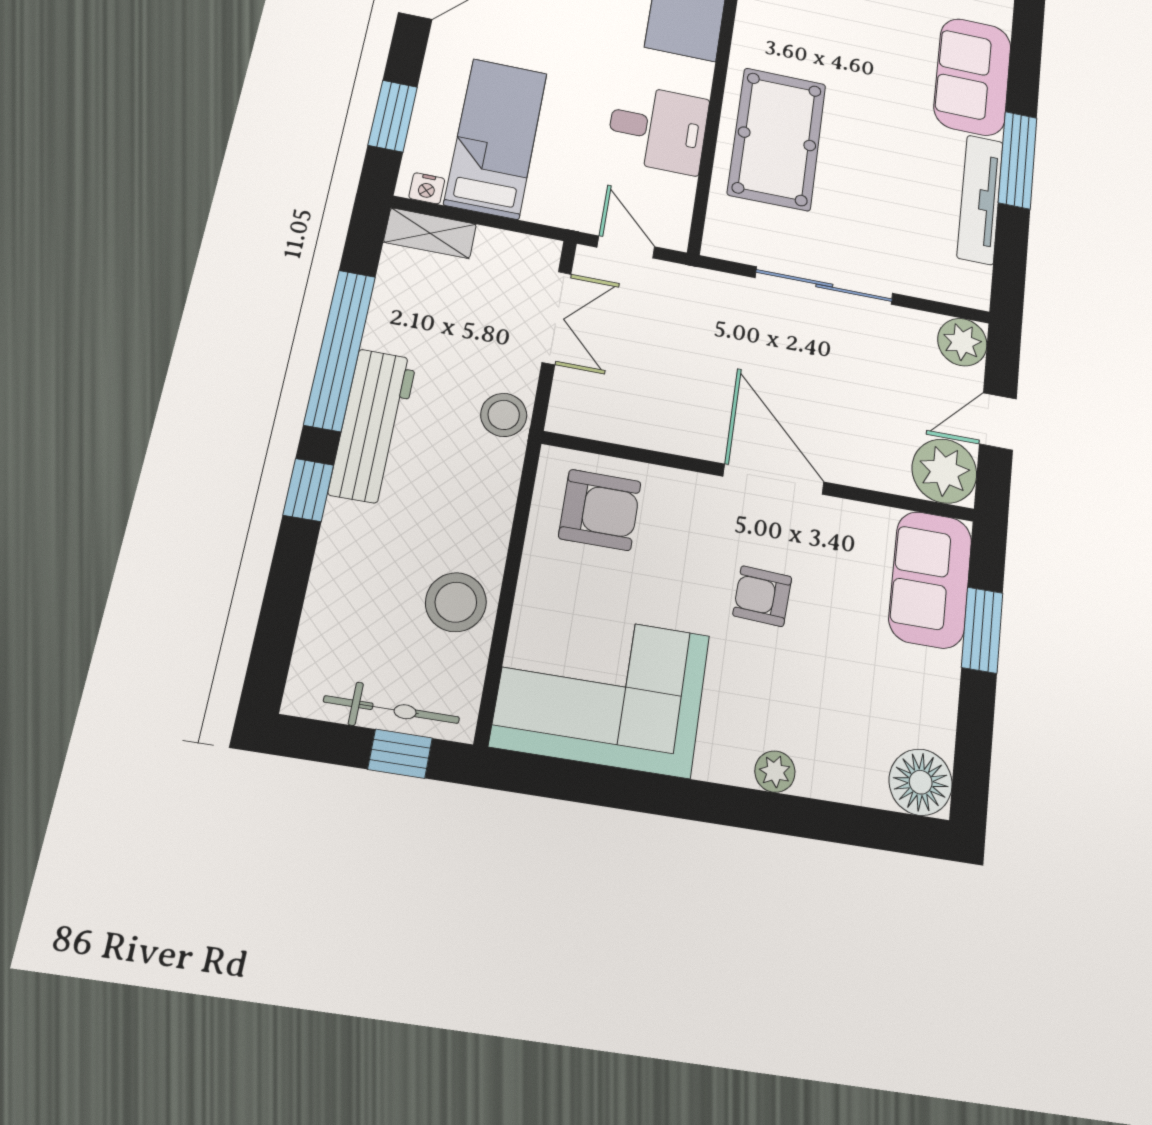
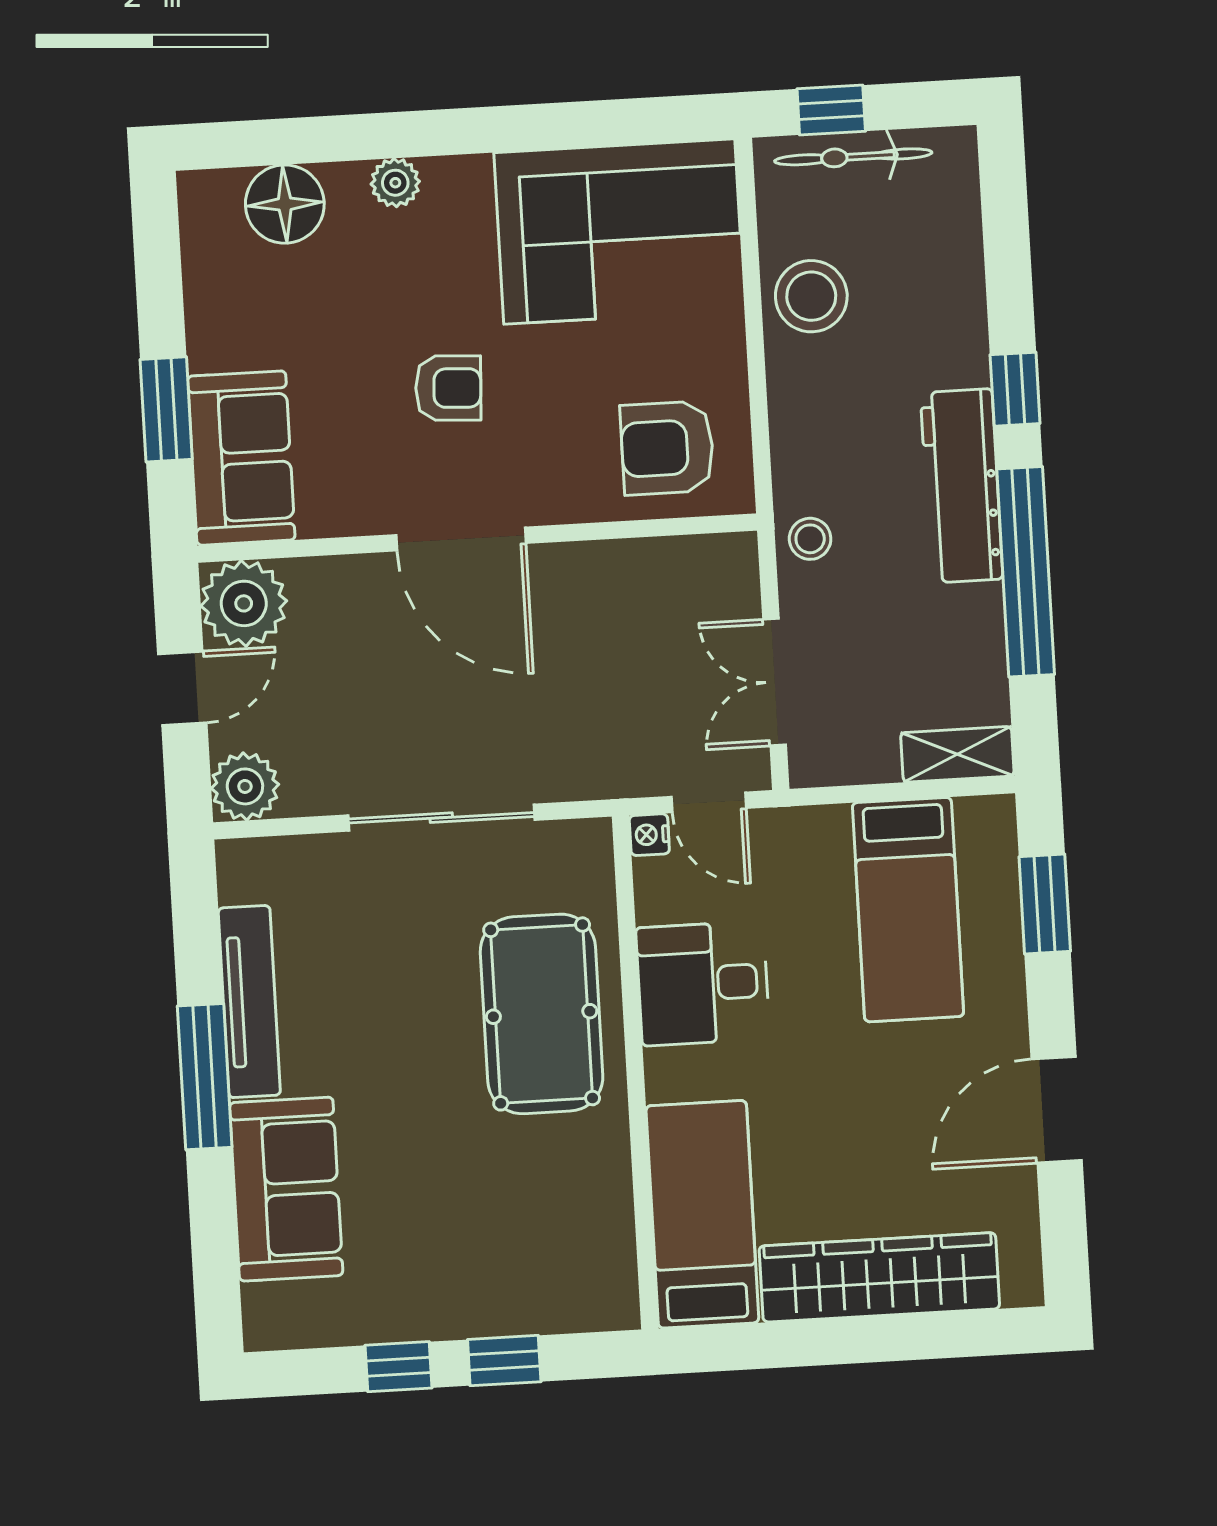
nightstand: (427, 188) -> (649, 835), moved, turned -90
stool: (504, 415) -> (810, 539), width x0.73, depth x0.73
floor lamp: (921, 782) -> (285, 204), moved

